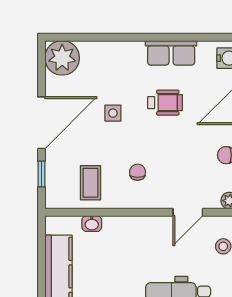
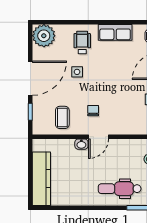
wheelchair: (165, 103) -> (82, 43), moved, turned -90
door: (188, 212) -> (99, 137), moved
washbasin: (92, 224) -> (81, 144), moved

